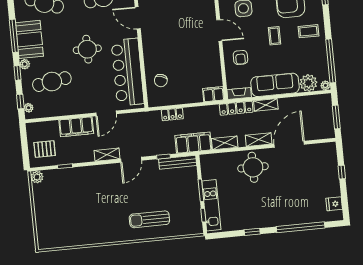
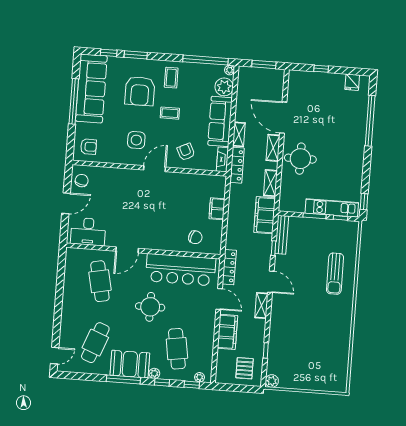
armchair: (240, 57) -> (186, 152), turned -116
filing cabinet: (213, 94) -> (217, 209), moved
locker: (172, 114) -> (229, 267), moved, width x1.53
window: (252, 232) -> (364, 202), moved

